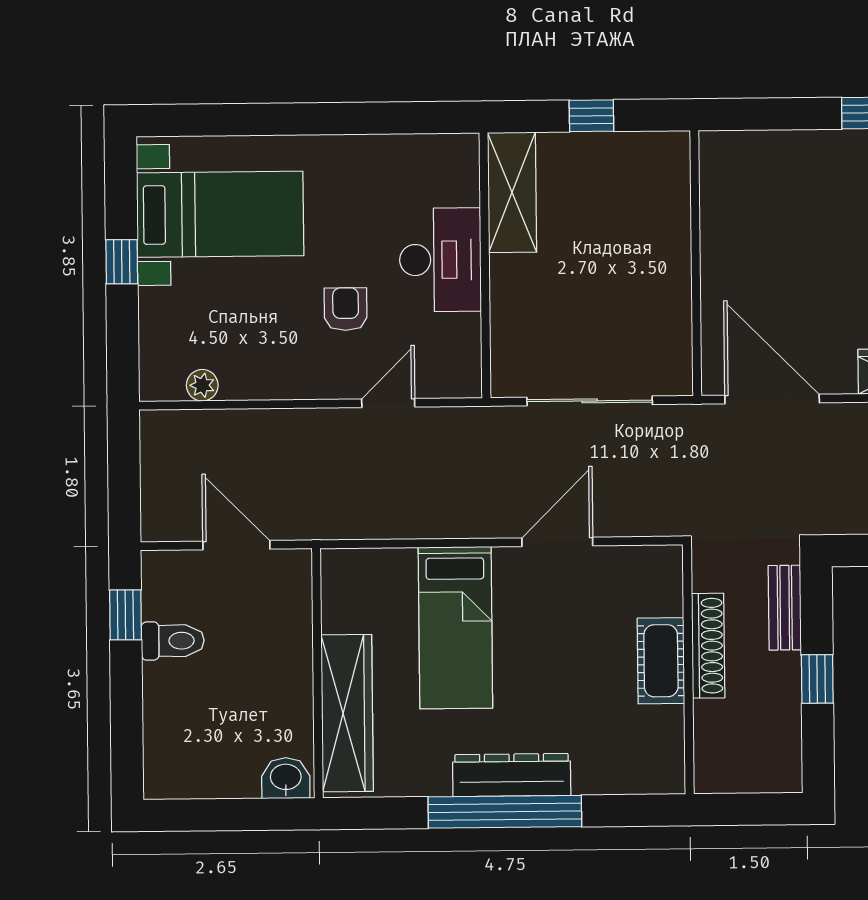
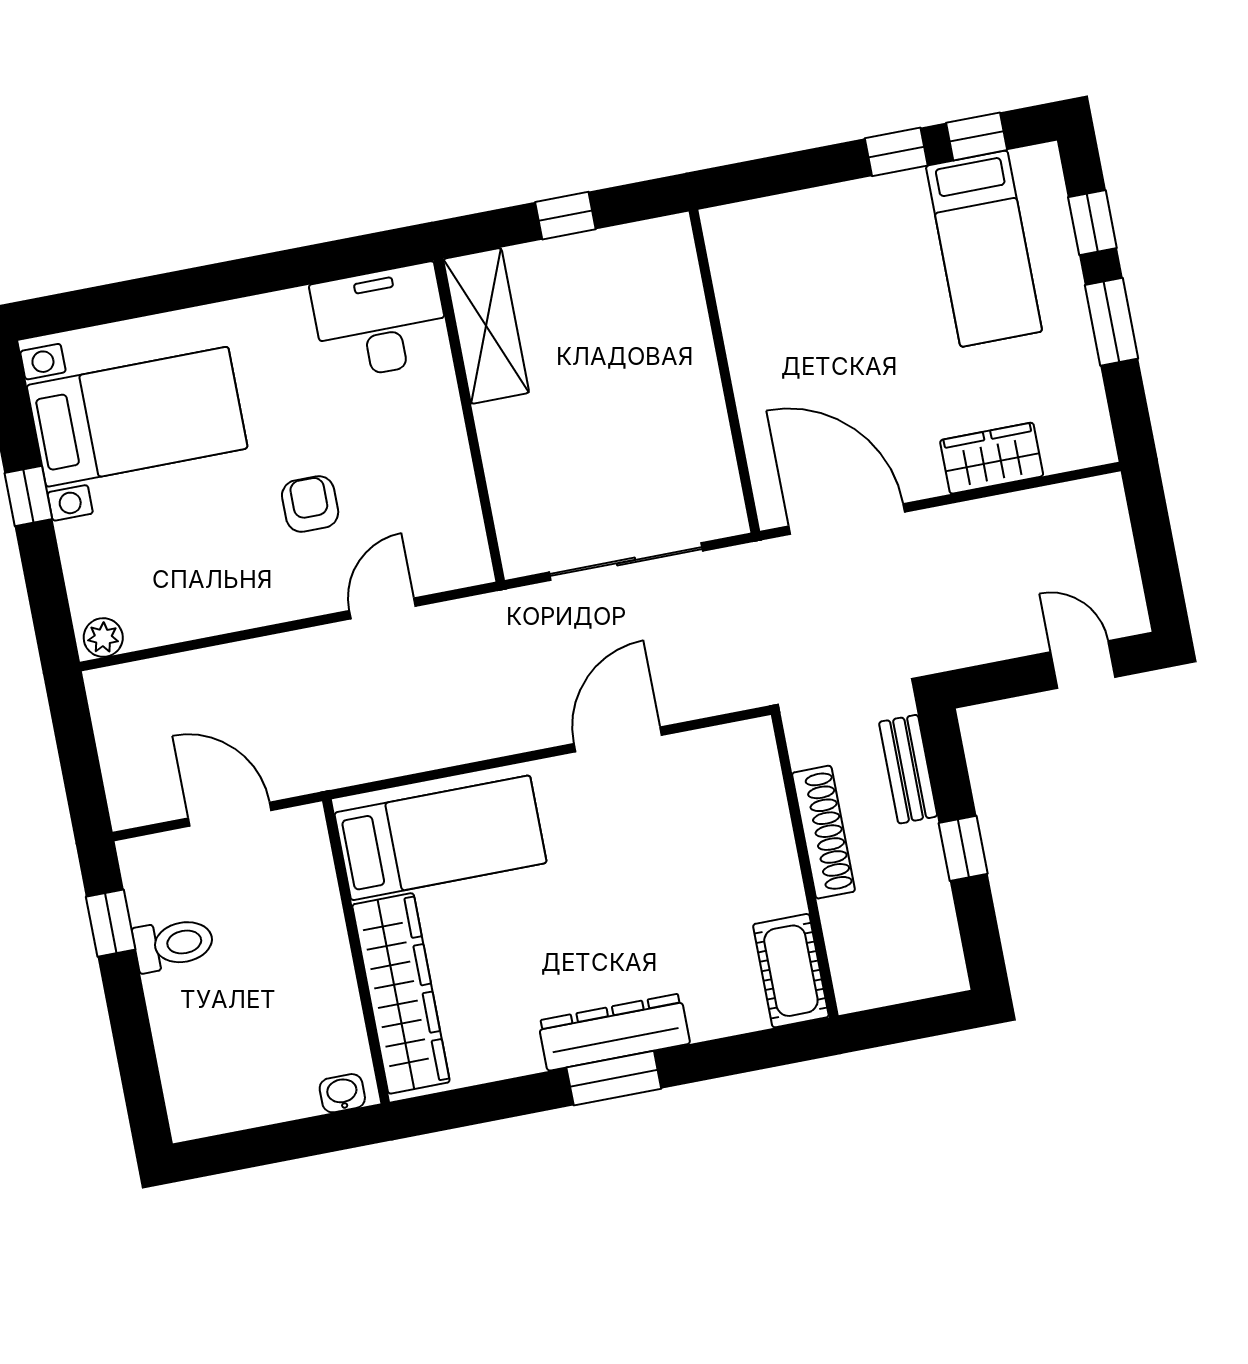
desk: (440, 260) -> (381, 322), moved, turned -90
plant: (202, 385) -> (103, 637), moved
bed: (455, 628) -> (441, 838), moved, turned -90
cot: (661, 661) -> (791, 971), moved
washbasin: (286, 778) -> (342, 1093), width x0.72, depth x0.69
window: (505, 812) -> (614, 1078), width x0.47

